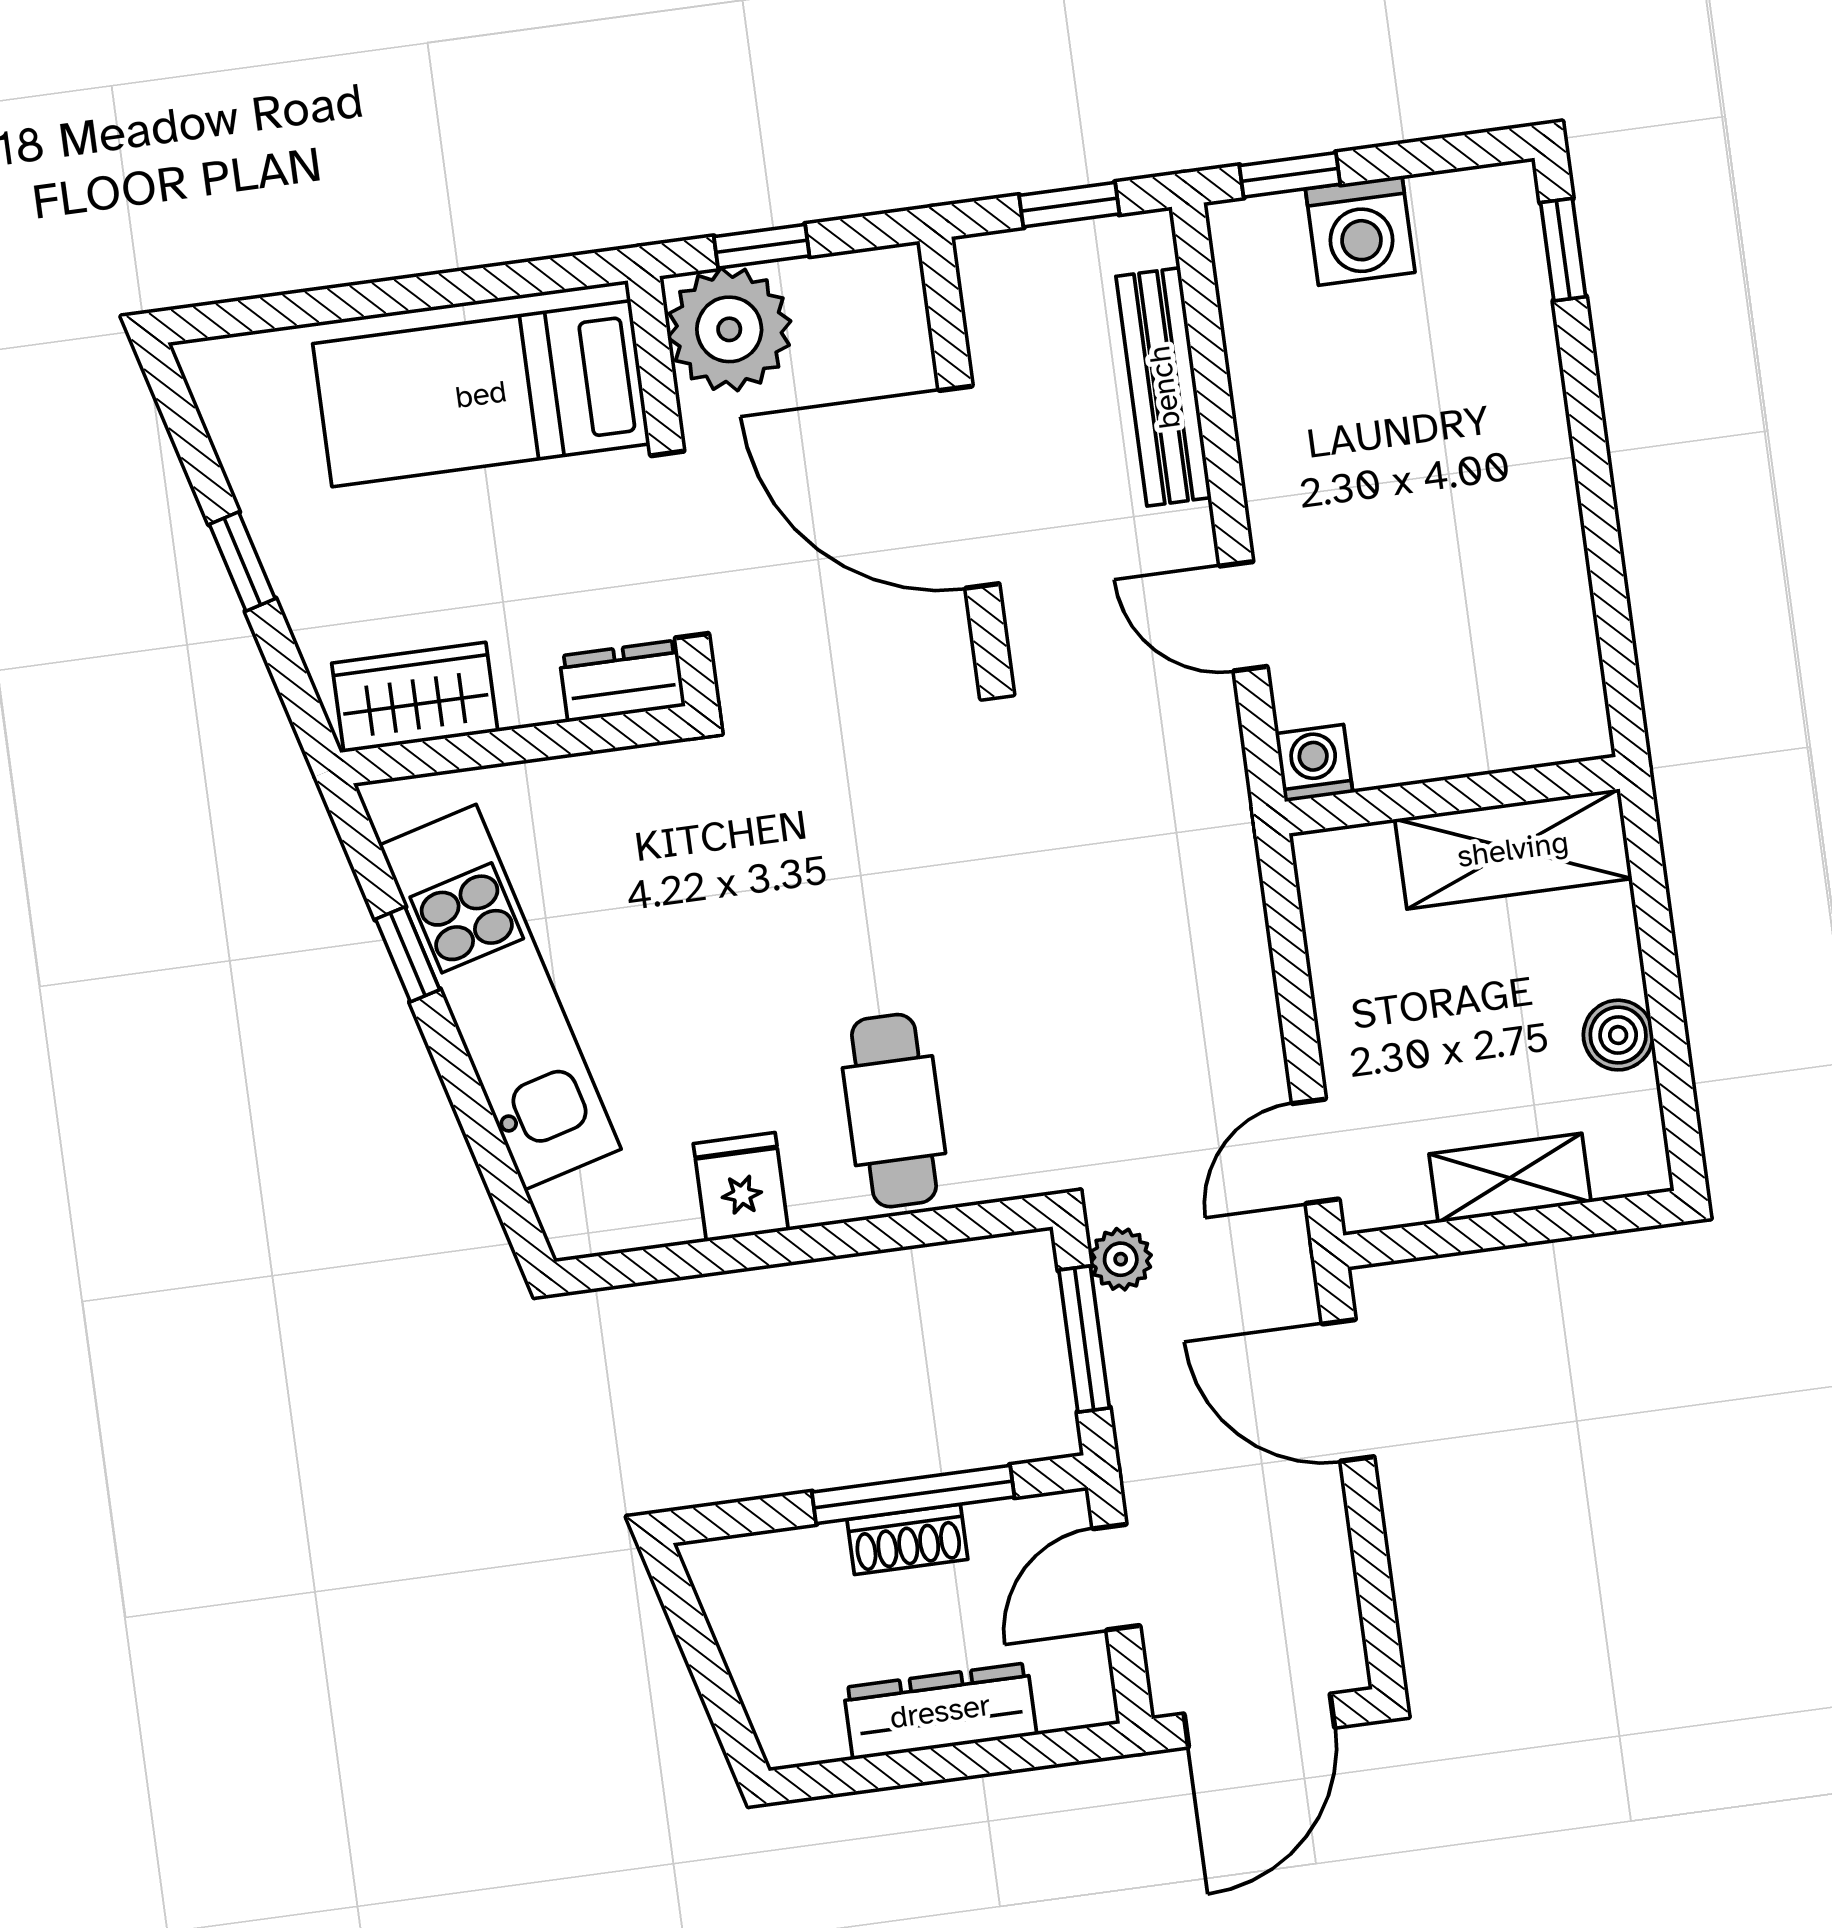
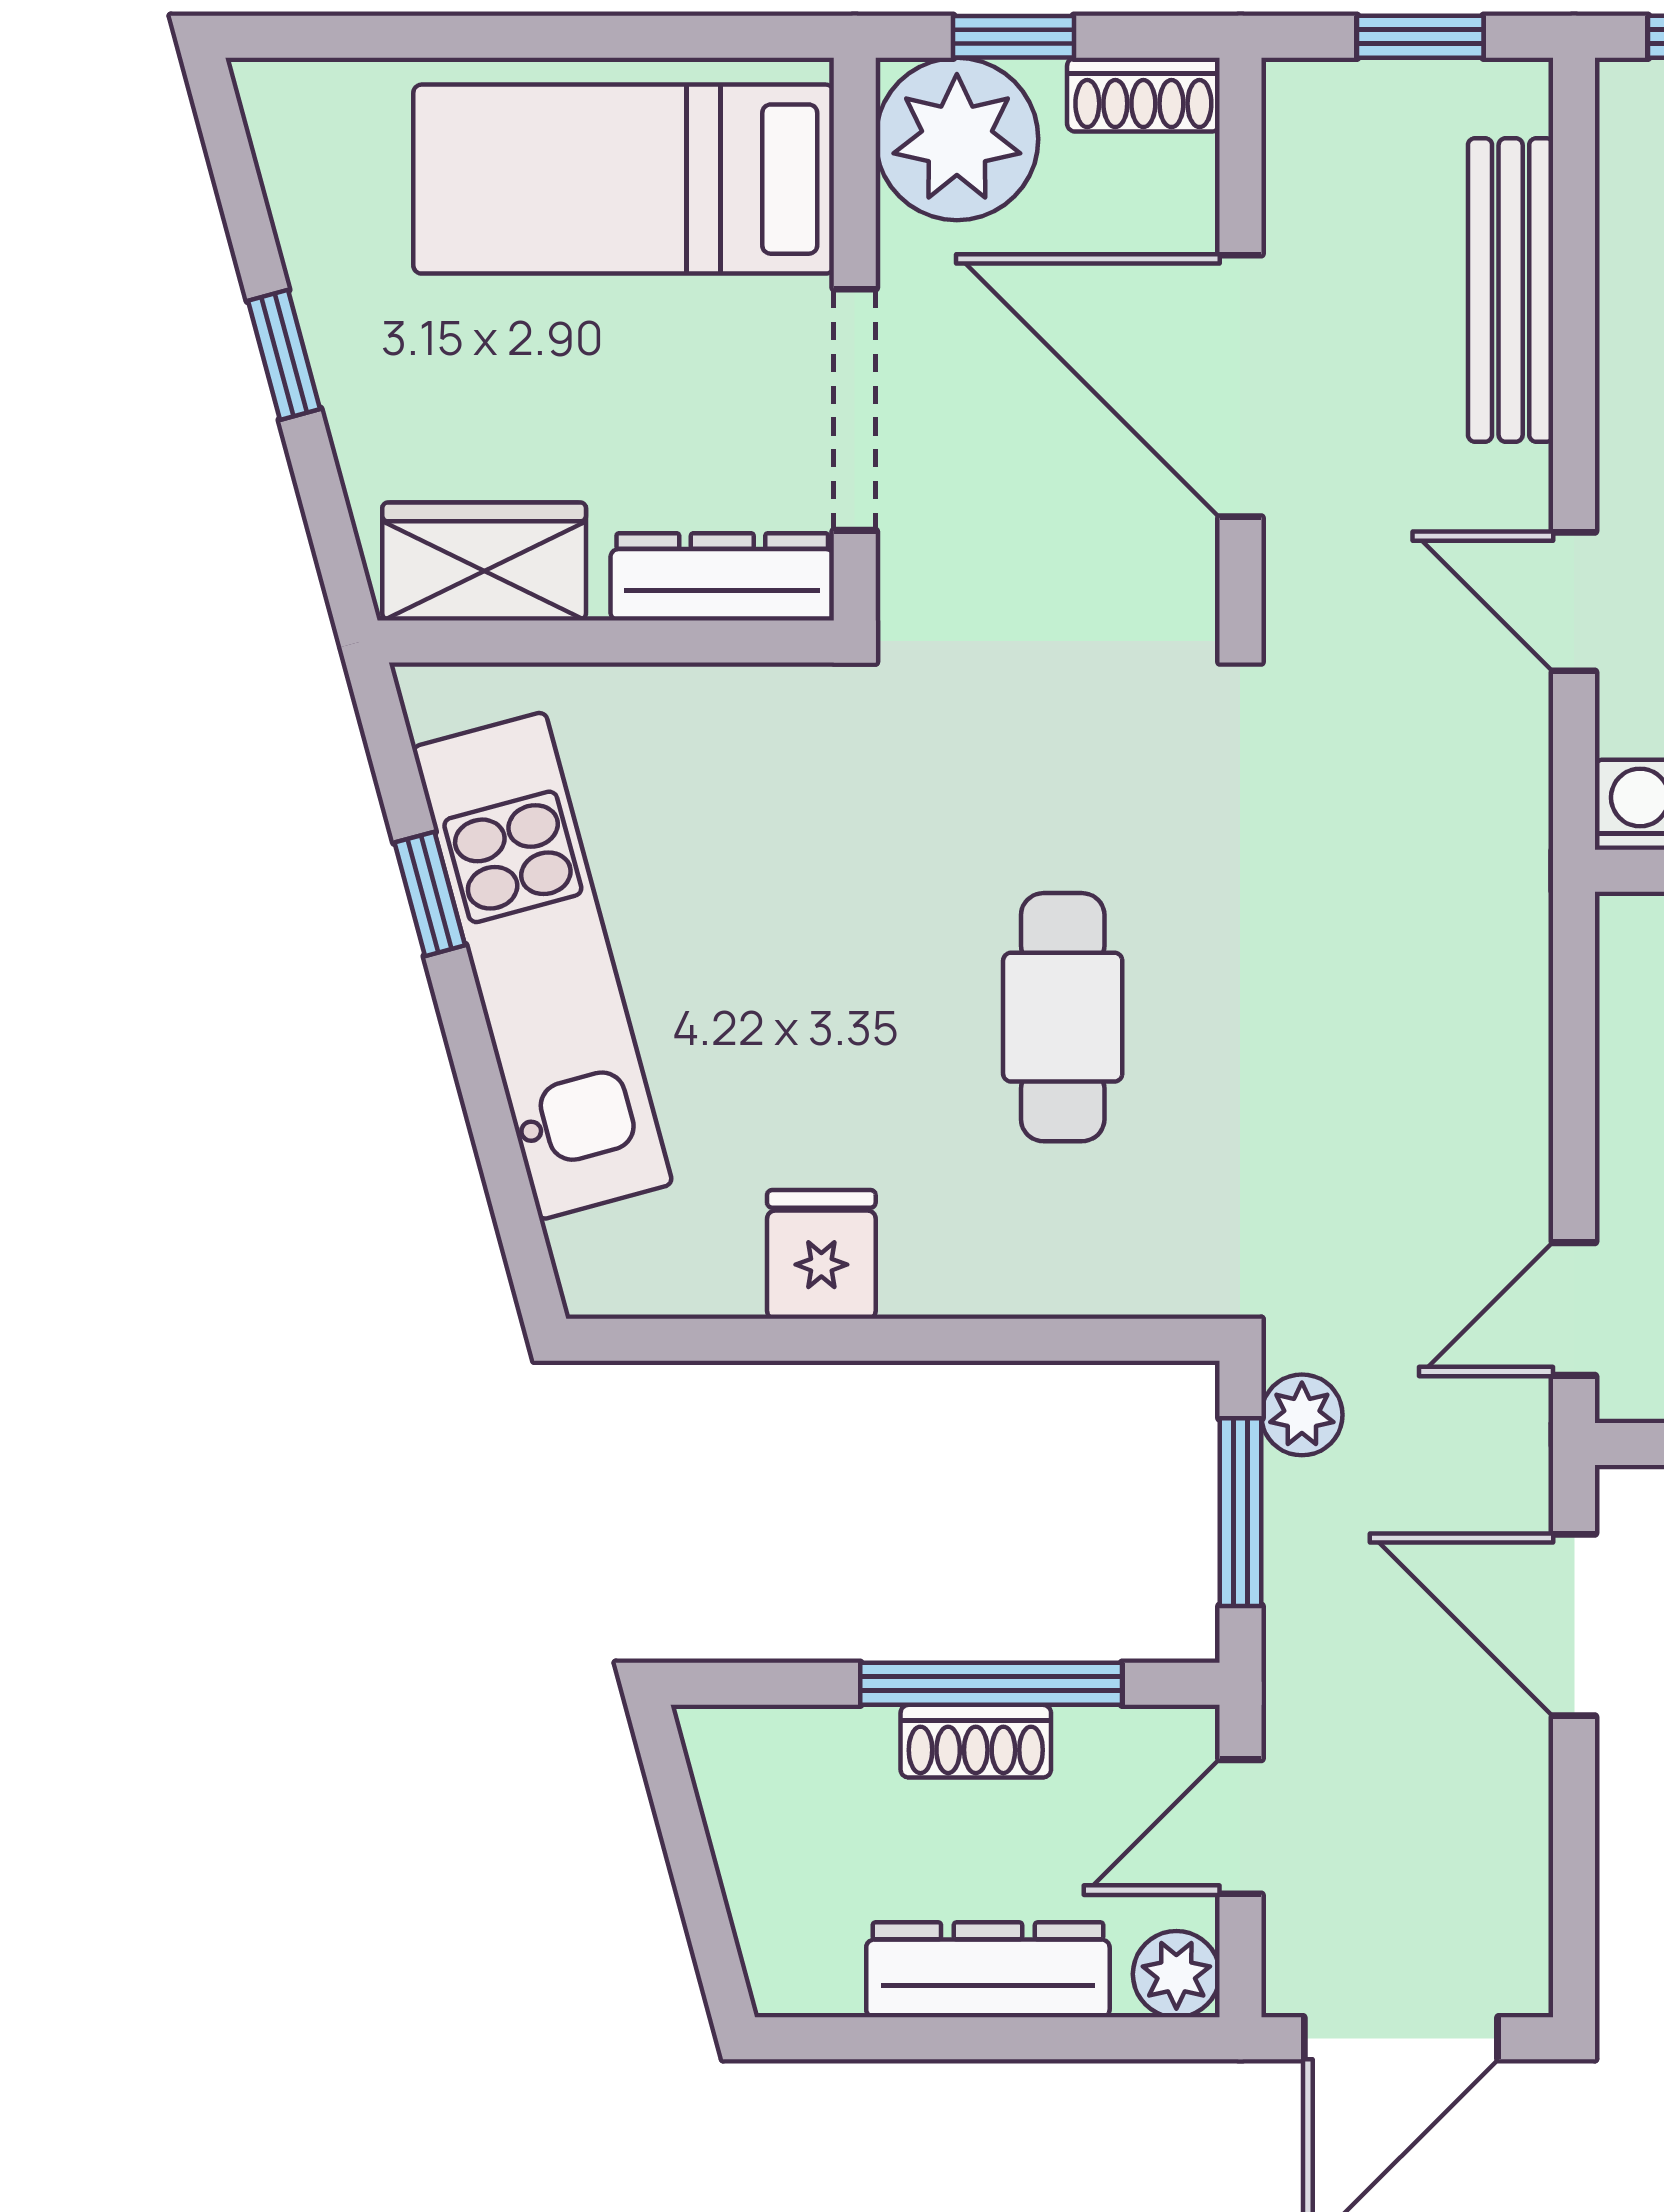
shoe rack: (866, 277) -> (1143, 95), added
dresser: (622, 681) -> (722, 577), width x1.44
cafe table: (894, 1111) -> (1063, 1017), moved
plant: (1083, 1695) -> (1176, 1974), added

